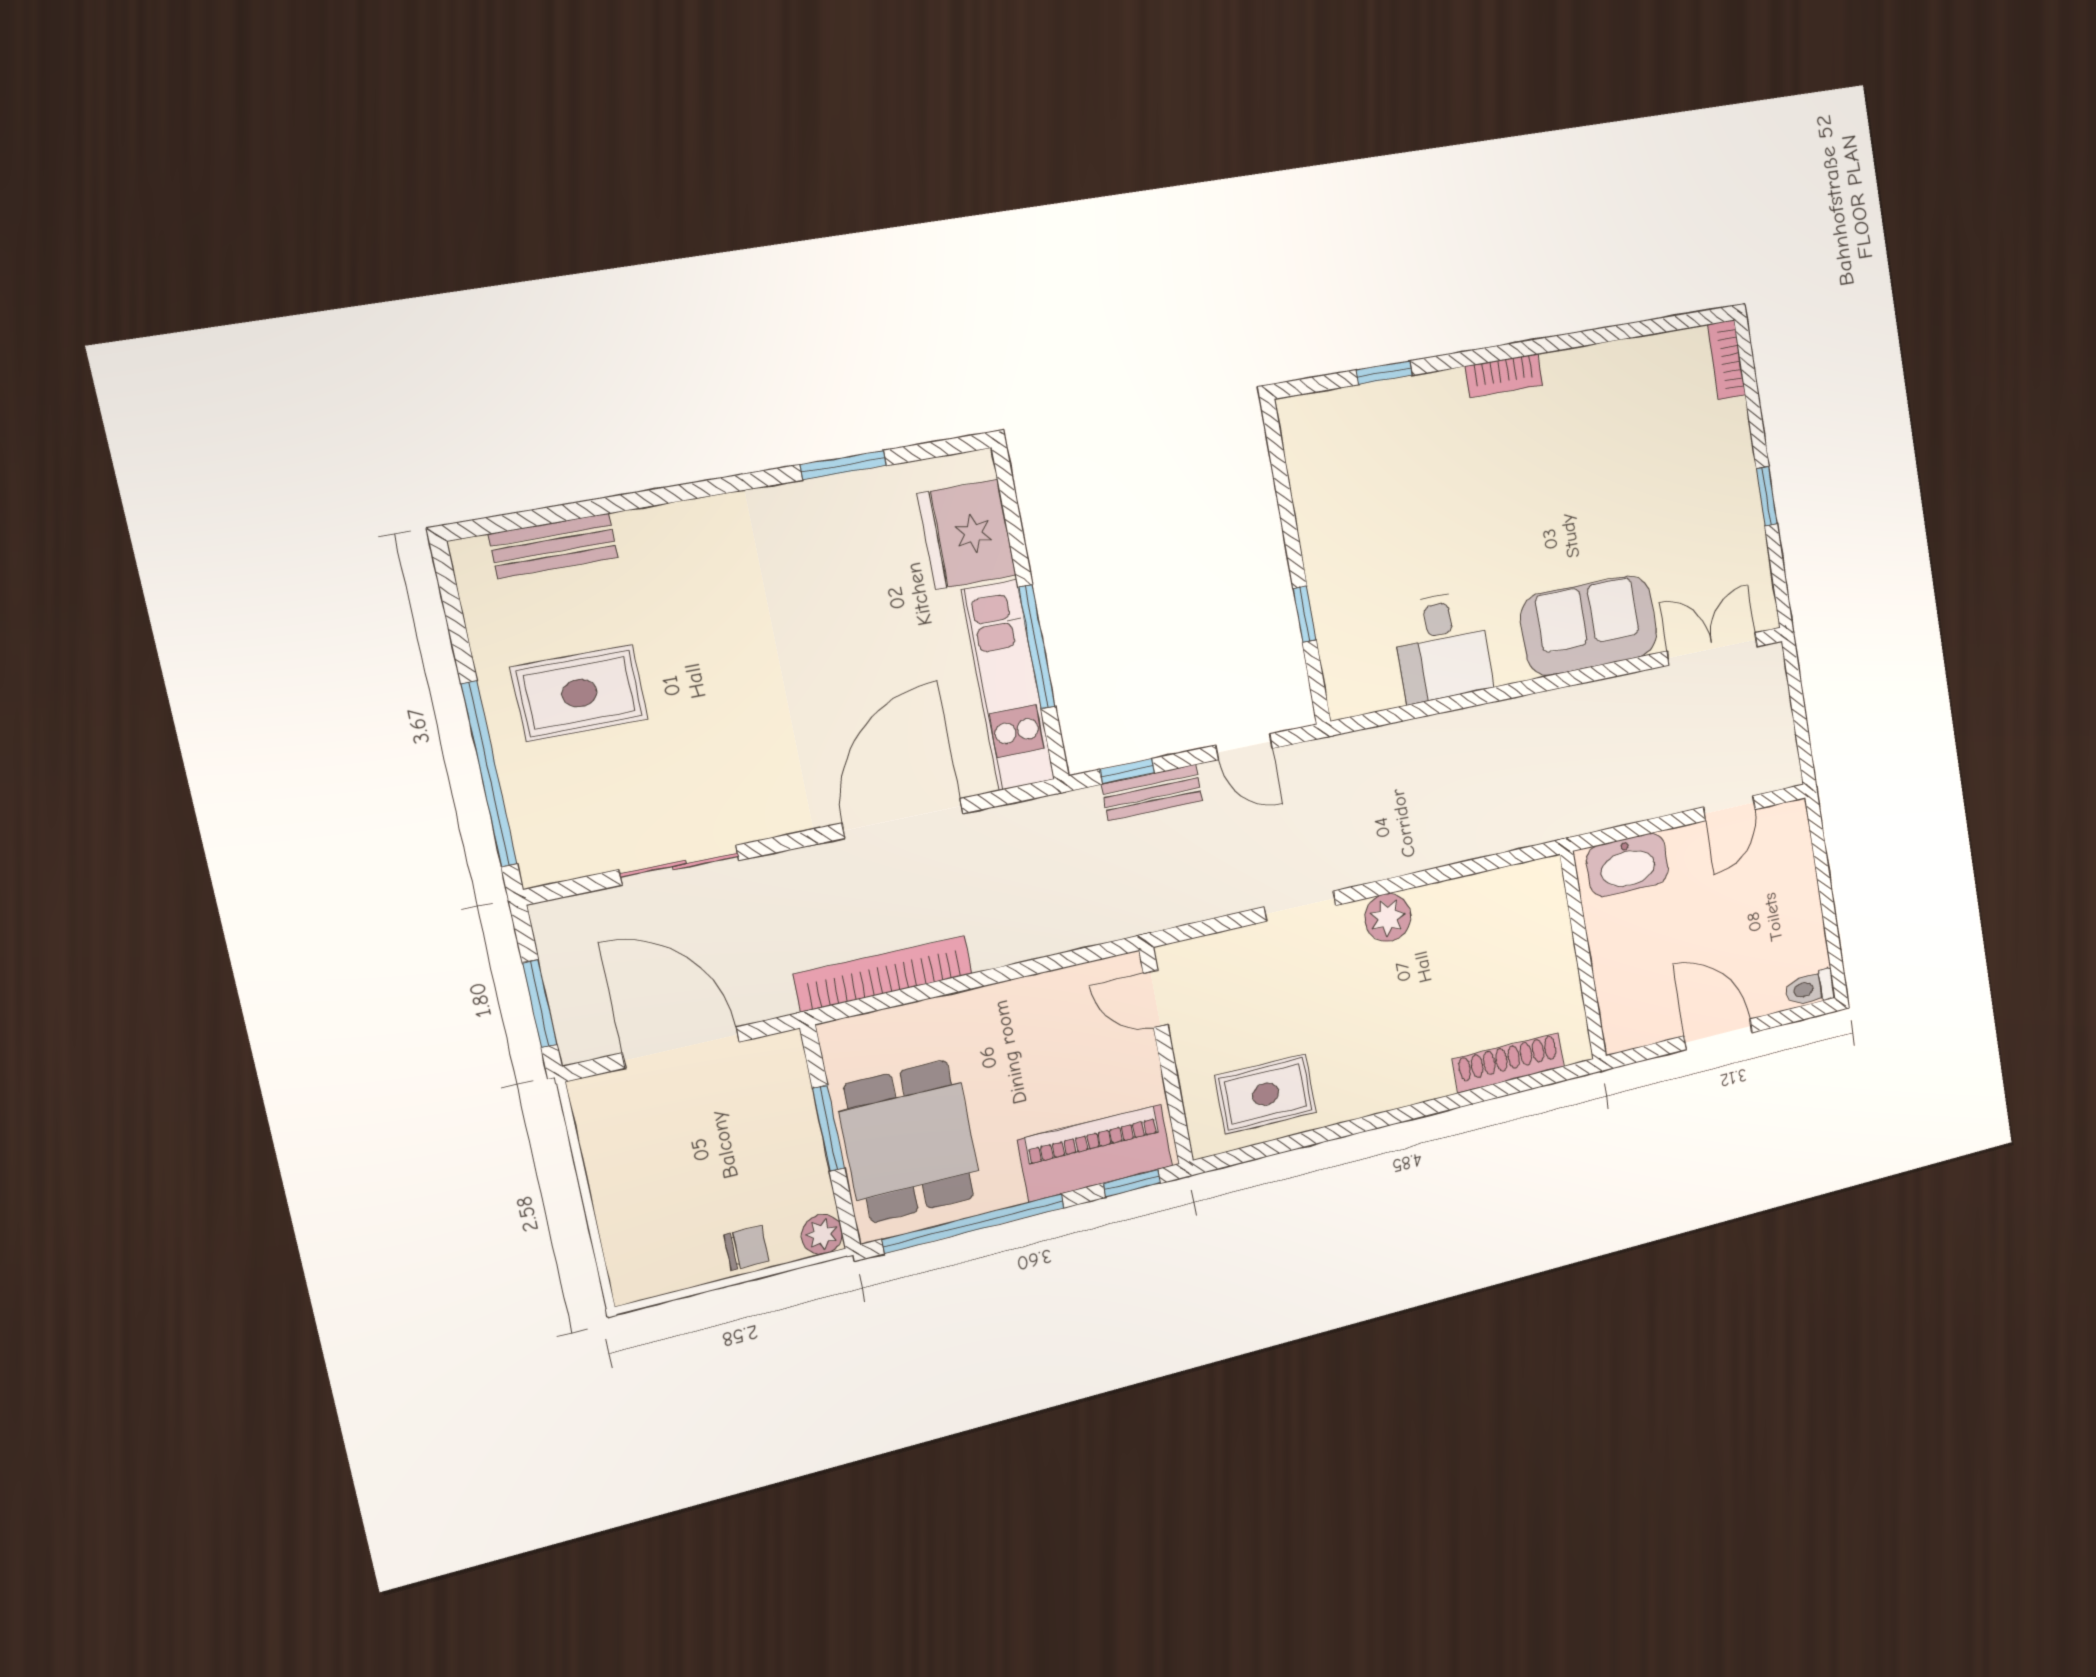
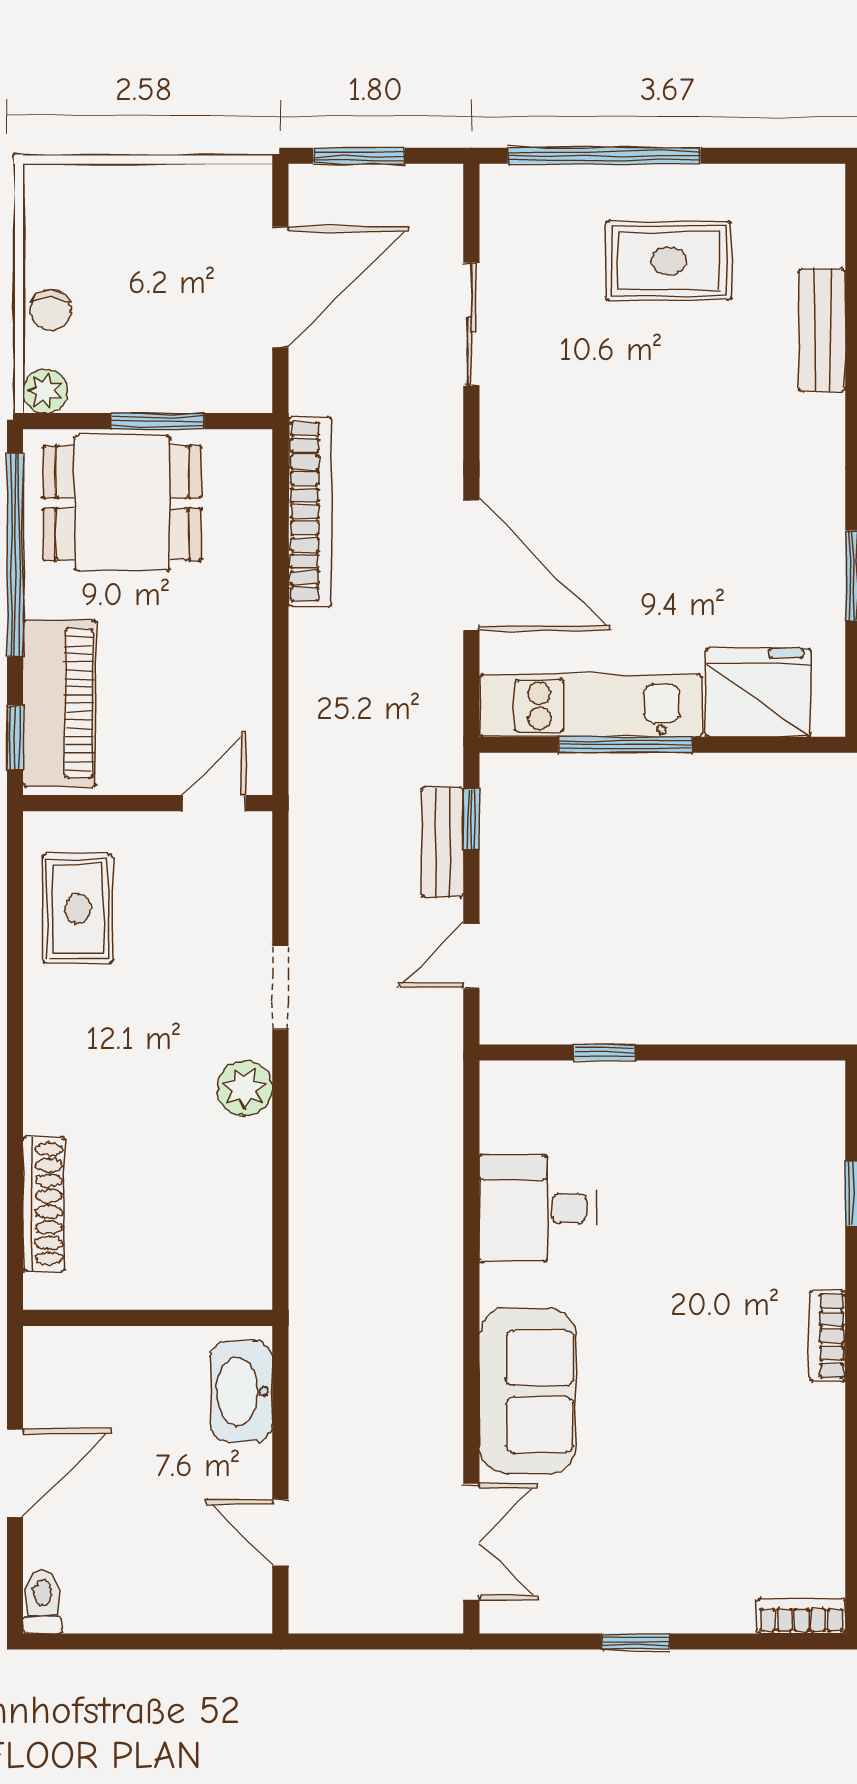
bench: (553, 546) -> (822, 330), moved
rug: (579, 693) -> (669, 261), turned 90

